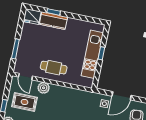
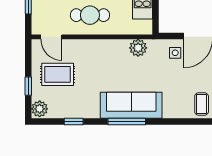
plant: (44, 88) -> (138, 48), moved

